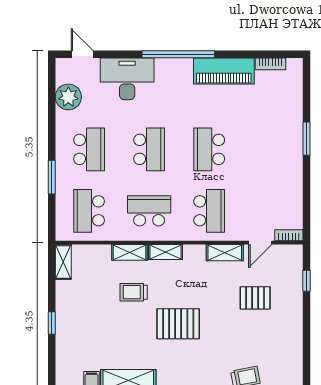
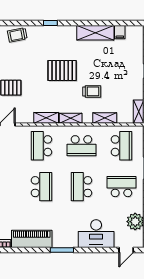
door: (82, 54) -> (126, 250), hinge flipped
window: (178, 54) -> (62, 250), width x0.47
school desk: (89, 149) -> (121, 187), turned 90
shelving: (129, 252) -> (105, 118), moved
shelving: (225, 253) -> (46, 118), moved

